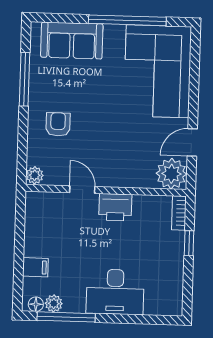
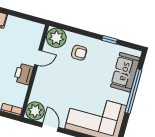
window: (127, 20) -> (133, 91), moved
window: (25, 79) -> (110, 40), width x0.46
plant: (35, 175) -> (56, 38), width x1.88, depth x1.88

